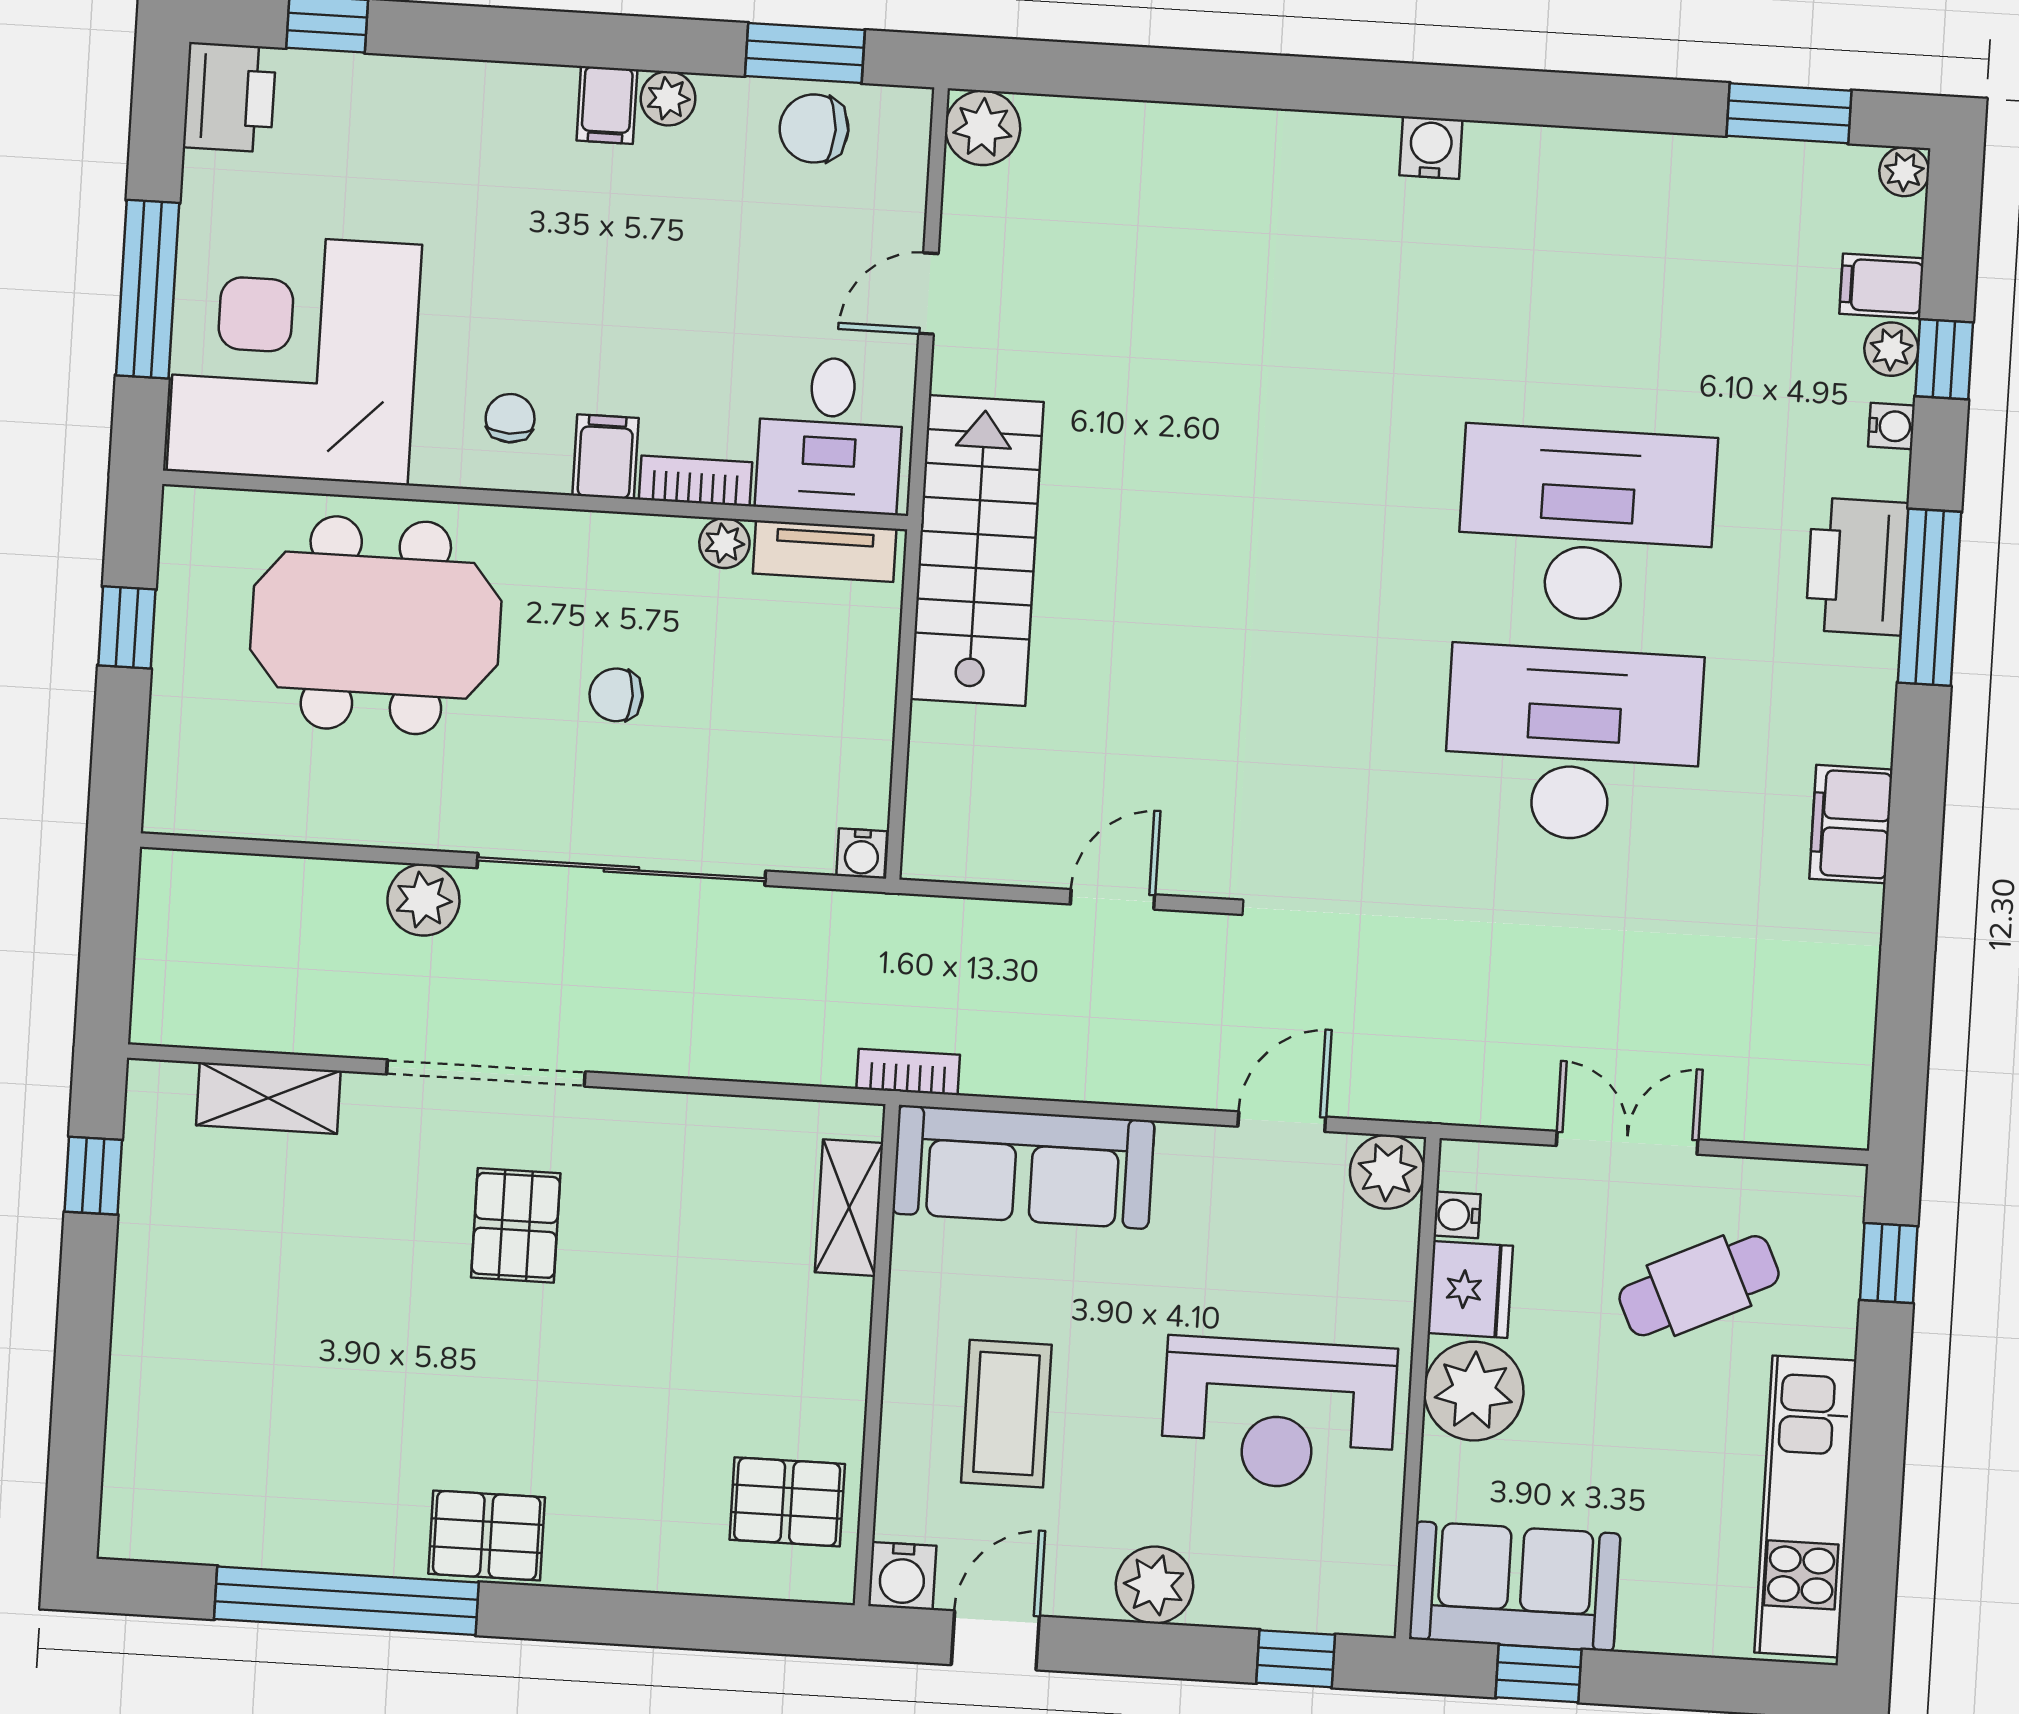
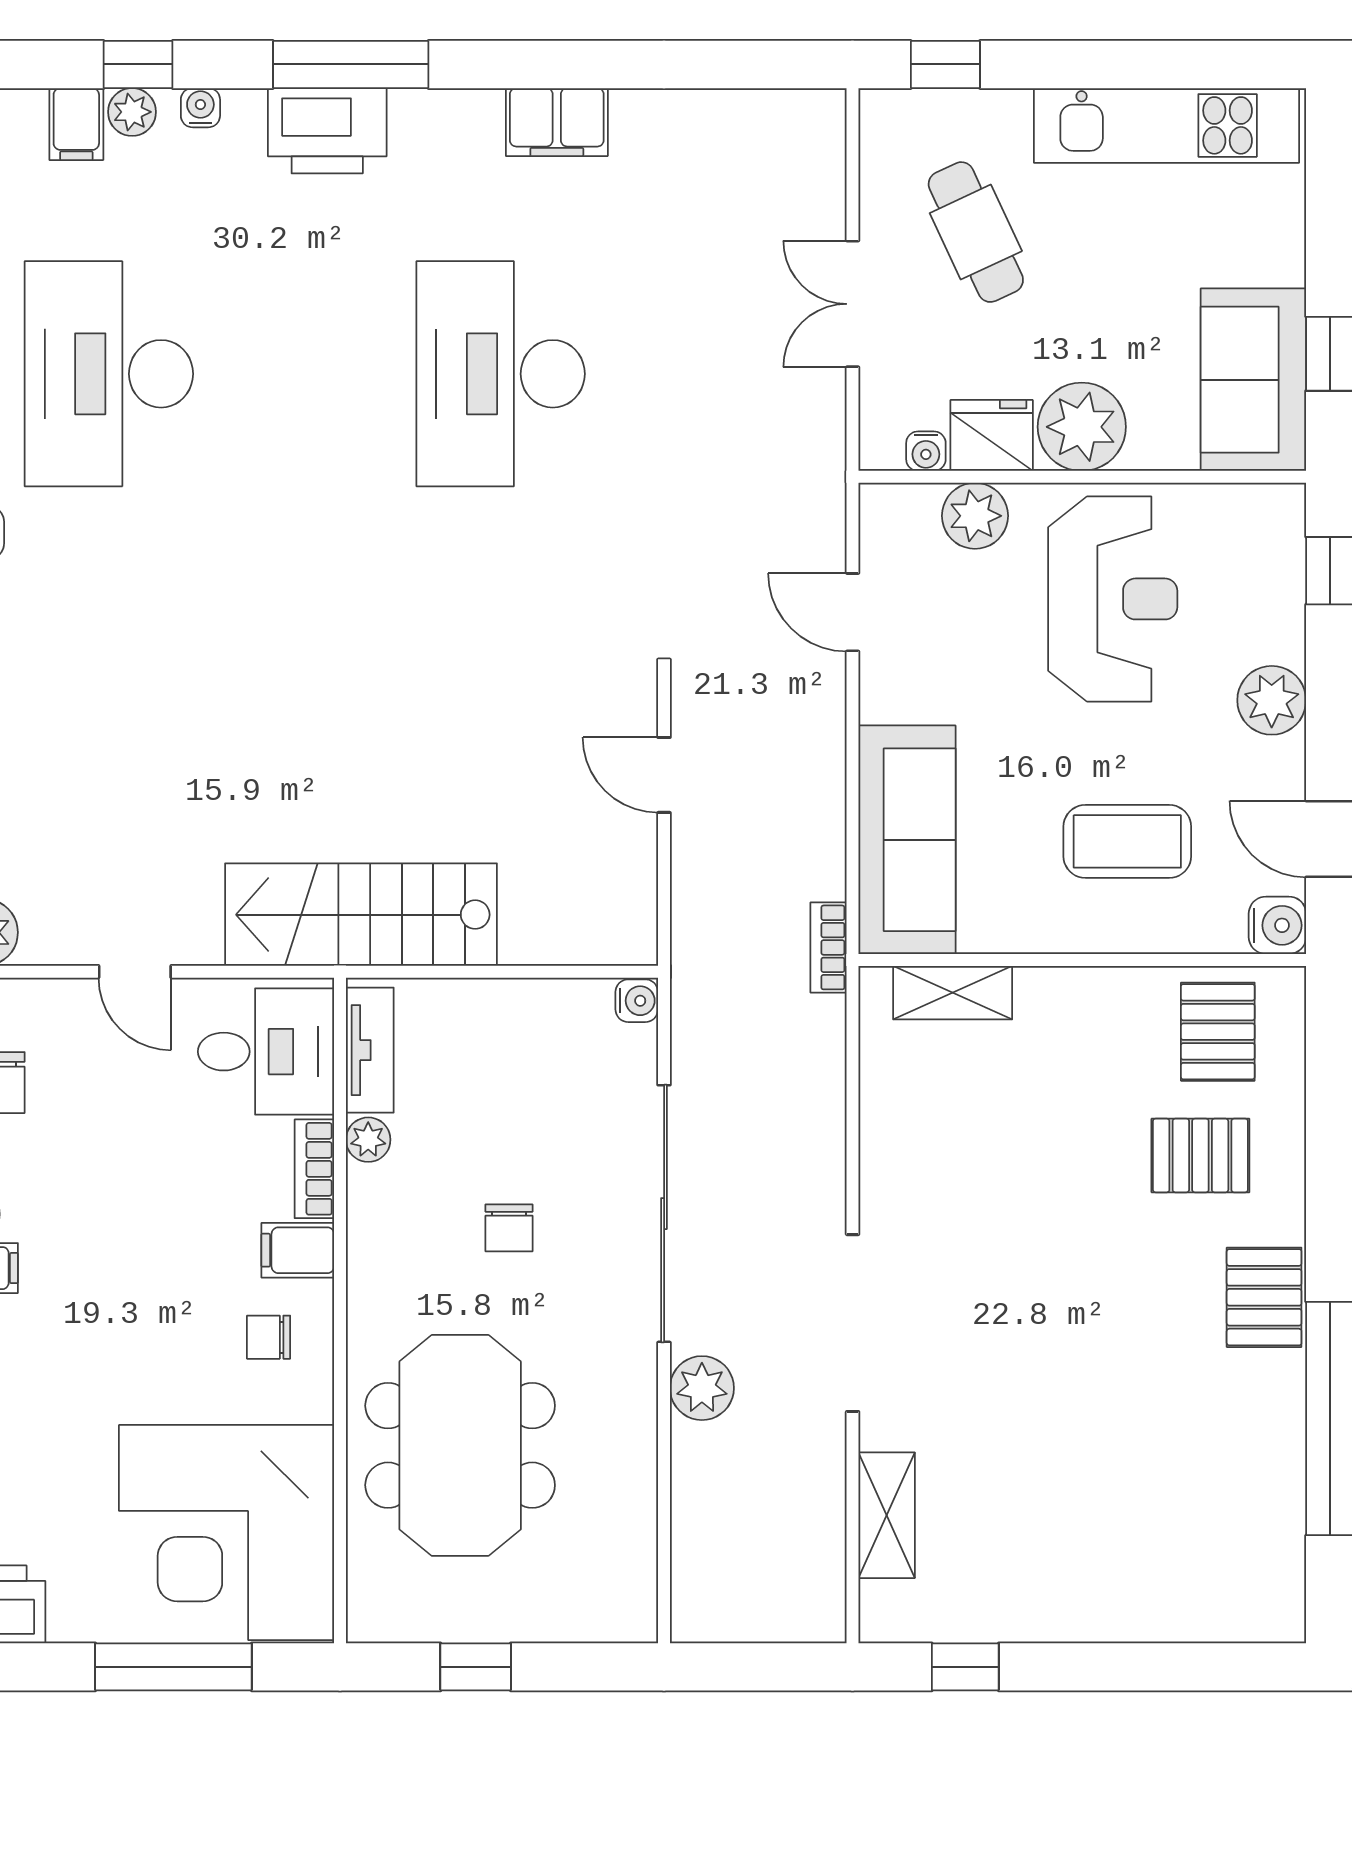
desk: (1586, 525) -> (109, 374), moved
plant: (1387, 1172) -> (975, 516), moved
pallet: (516, 1225) -> (1200, 1155), moved

